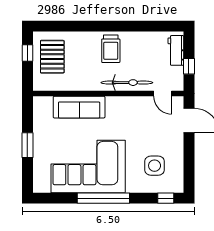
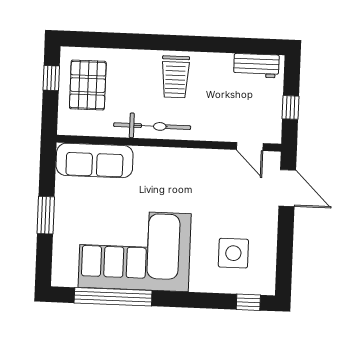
workbench: (176, 50) -> (256, 66), moved, turned -90
bicycle: (127, 83) -> (152, 126), moved
sofa: (79, 107) -> (95, 160), moved
window: (103, 198) -> (113, 297), moved

